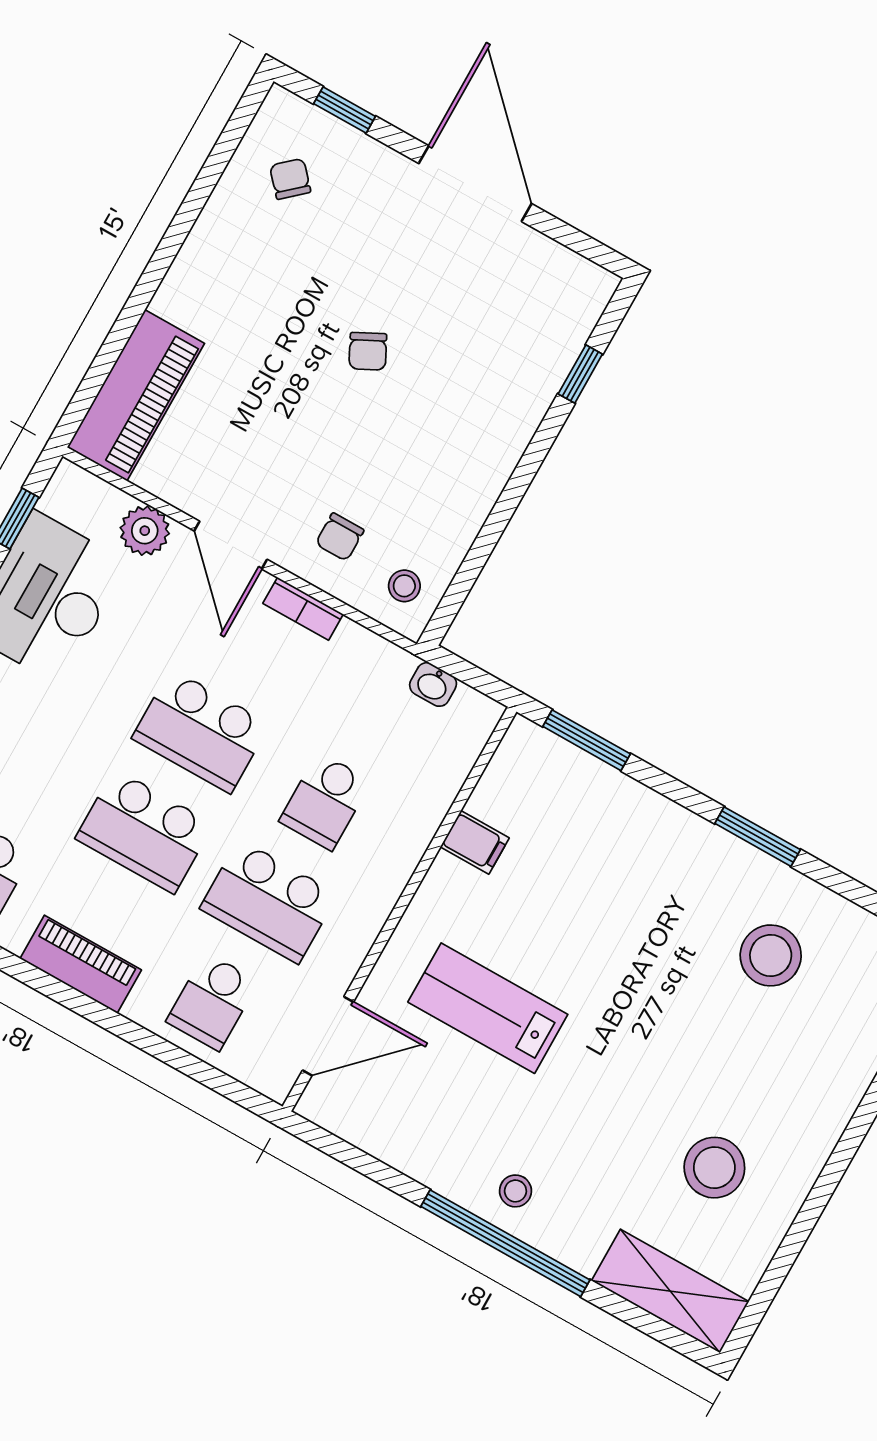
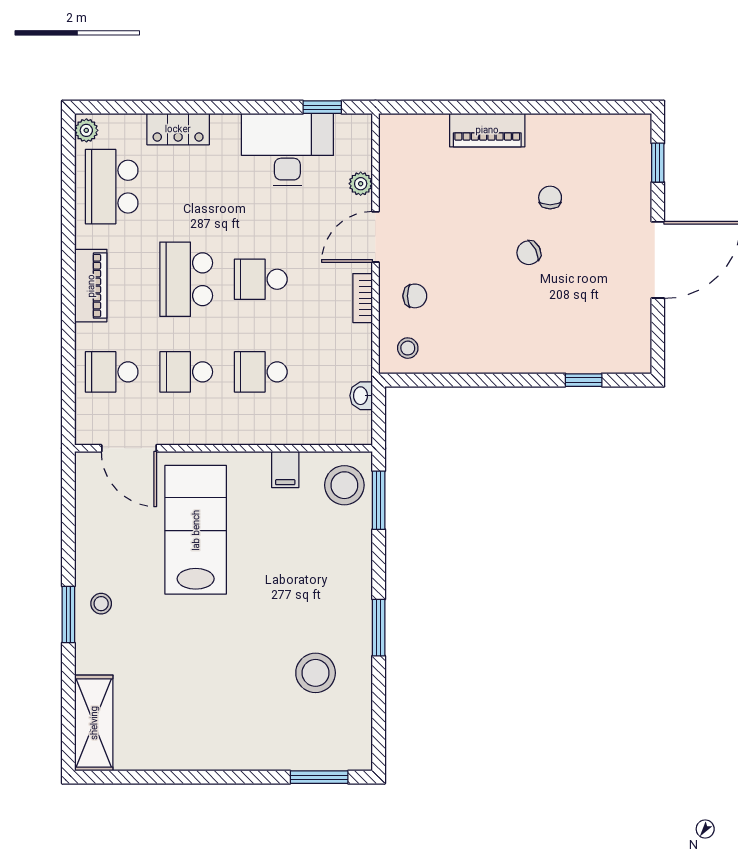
chair: (290, 179) -> (550, 198), moved, turned -48
piano: (136, 395) -> (487, 130), moved, width x0.73, depth x0.75
plant: (145, 531) -> (361, 184), width x0.73, depth x0.73
chair: (340, 537) -> (415, 296), turned 180
school desk: (201, 731) -> (261, 279), width x0.54
school desk: (269, 901) -> (186, 372), width x0.54
lab bench: (488, 1008) -> (196, 530), width x1.36, depth x1.39
stool: (714, 1168) -> (344, 485), moved
window: (505, 1243) -> (68, 615), width x0.47

